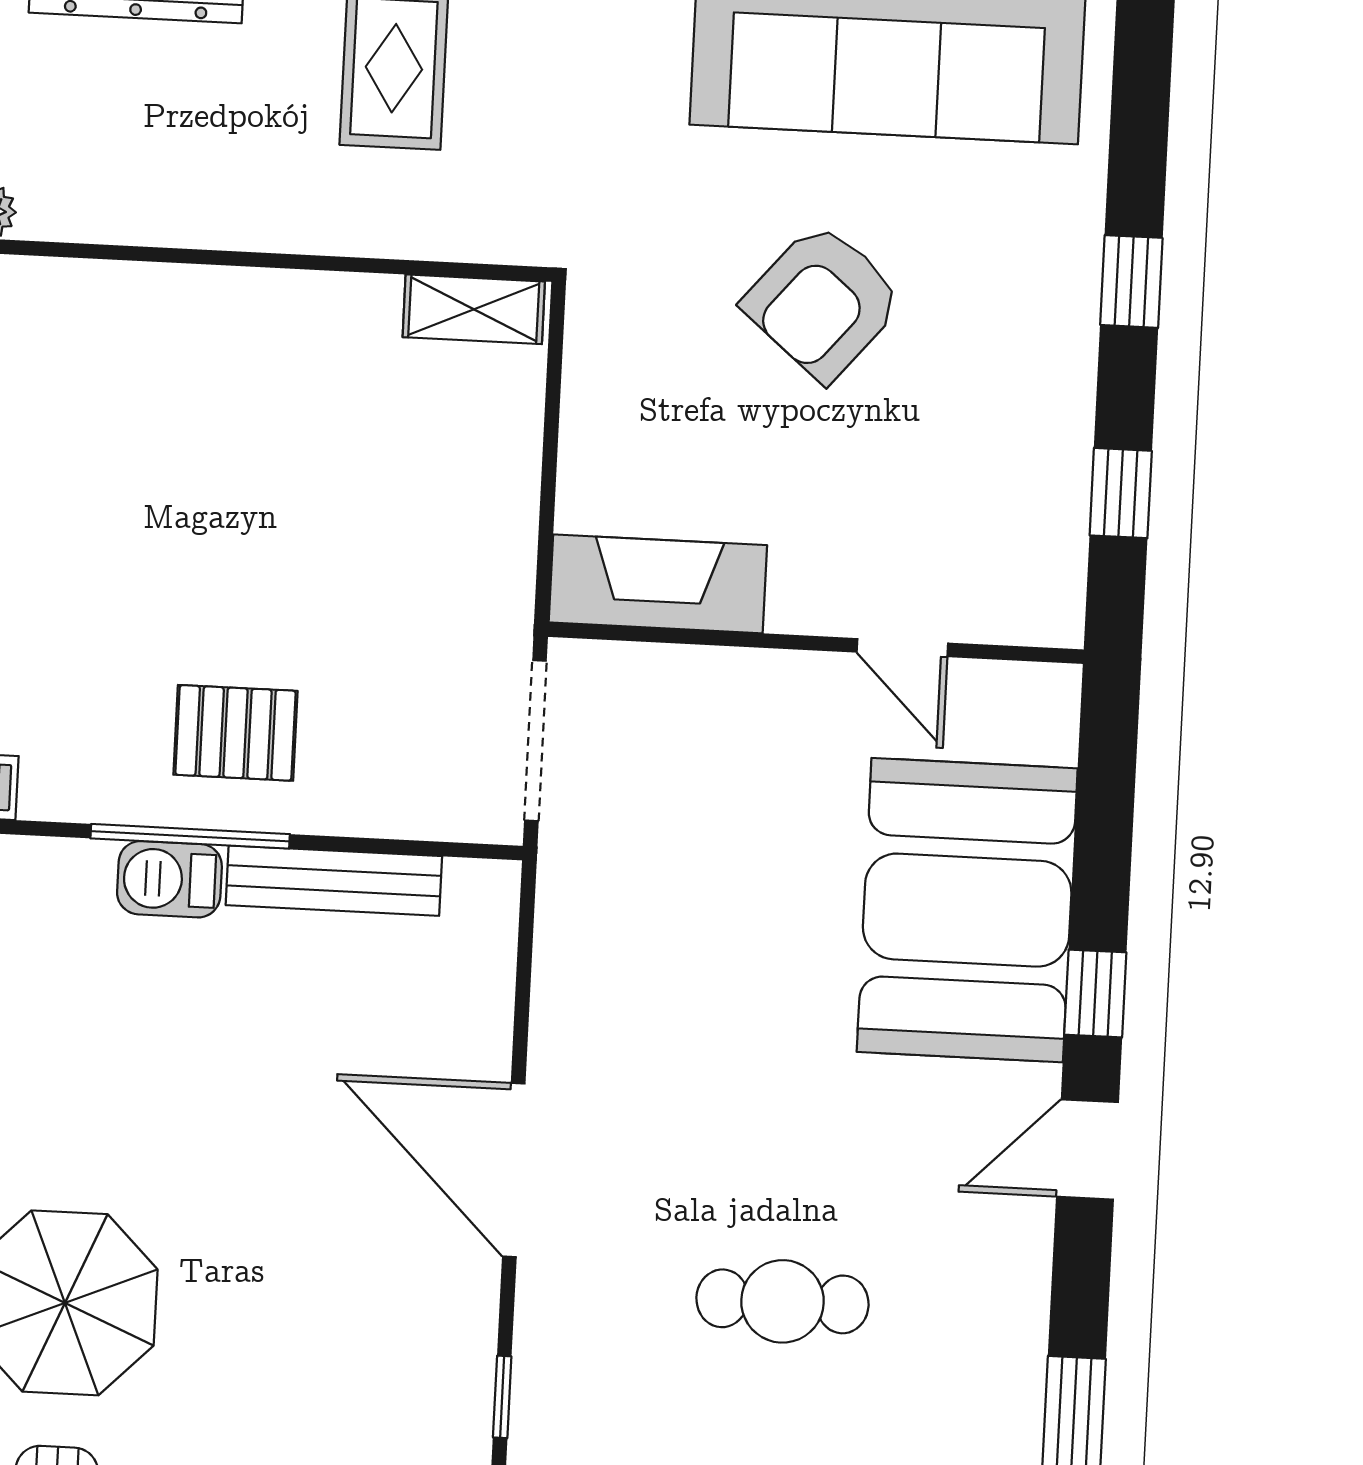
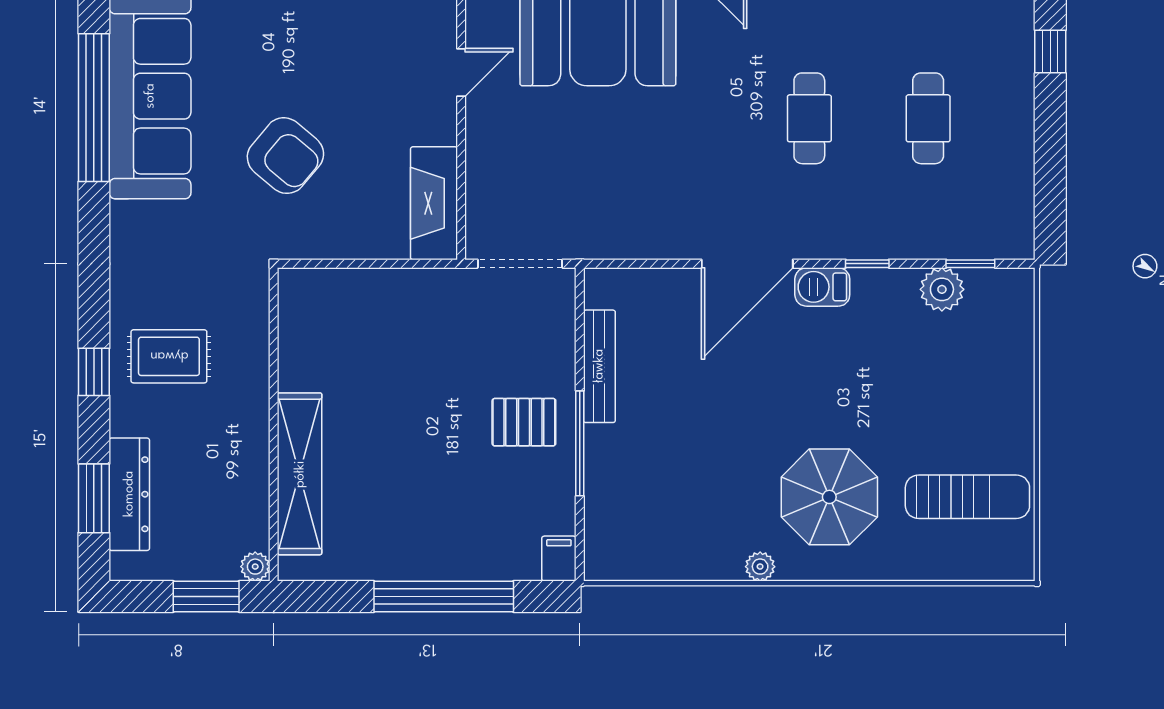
armchair: (823, 302) -> (285, 156), moved
shelving: (474, 309) -> (300, 474), moved, width x2.20, depth x1.33
pallet: (236, 733) -> (524, 422), turned 90
barbecue: (169, 879) -> (822, 287), moved, turned 90

